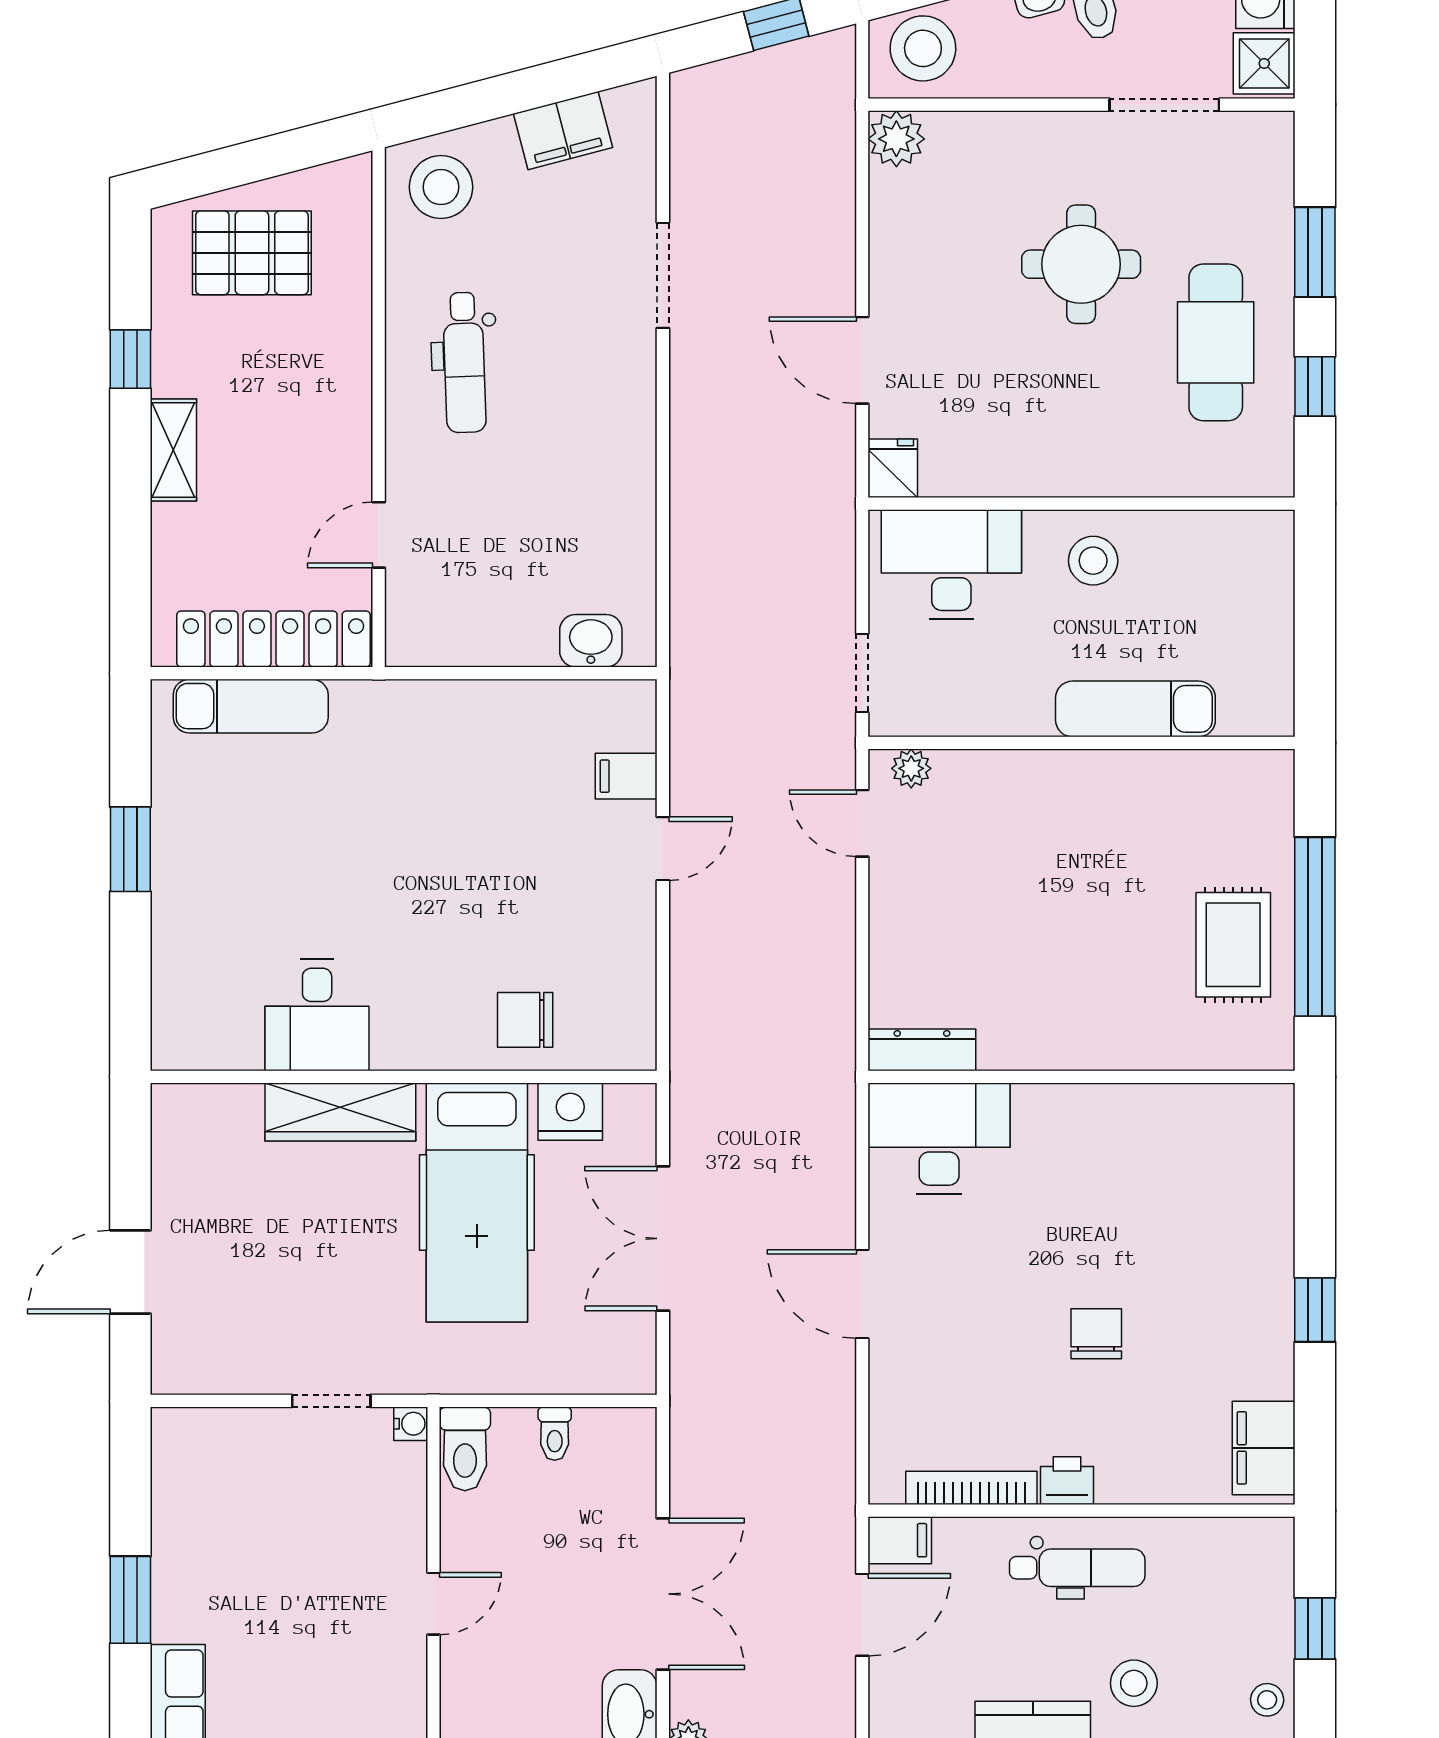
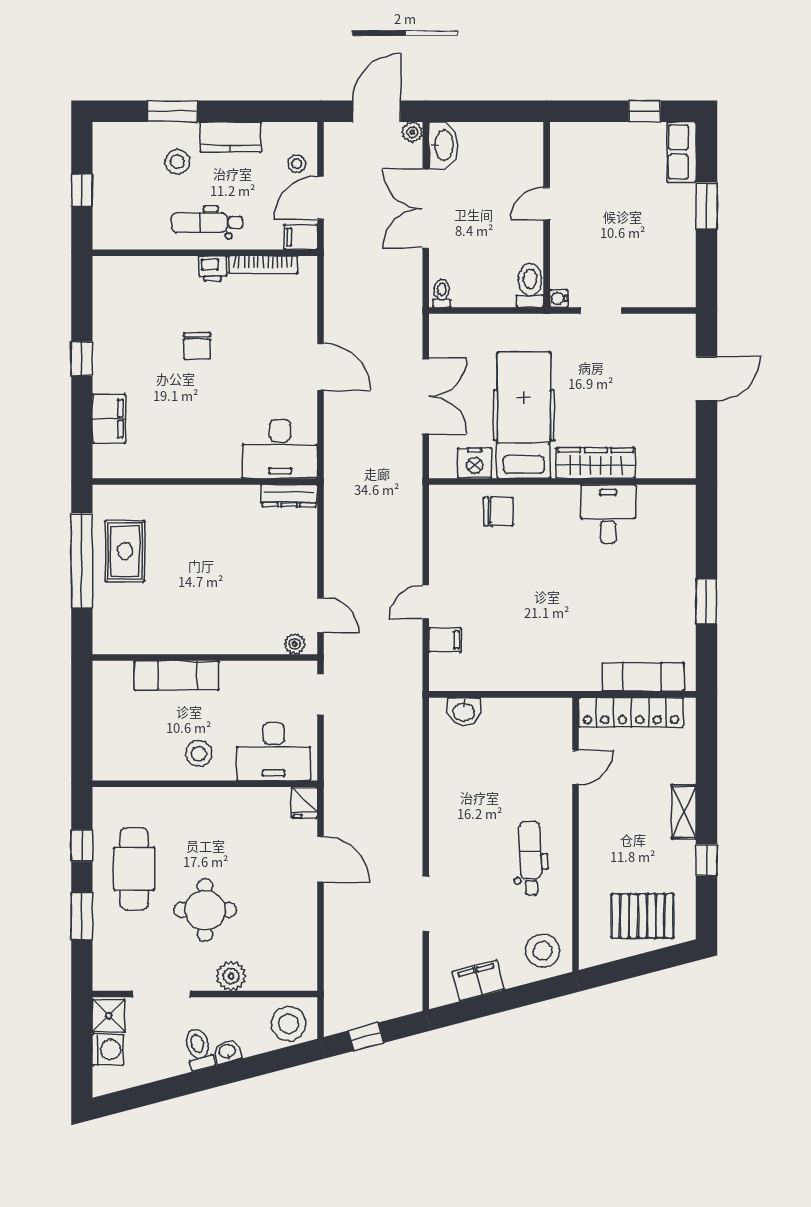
plant: (896, 139) -> (231, 976), moved
toilet: (555, 1434) -> (442, 293), moved
filing cabinet: (1264, 1448) -> (109, 419), moved
stool: (1267, 1700) -> (297, 164), moved

